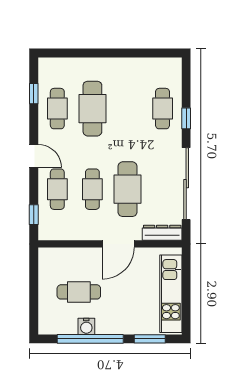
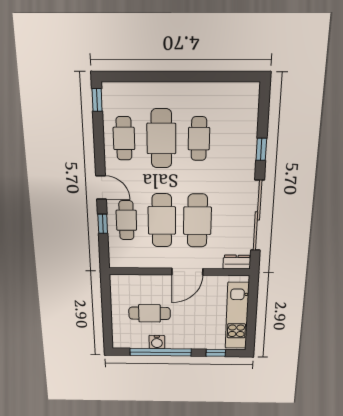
window: (34, 94) -> (97, 100), moved
cafe table: (163, 109) -> (199, 139), moved
cafe table: (92, 189) -> (162, 220), width x1.37, depth x1.35
window: (34, 215) -> (103, 224), moved
dresser: (162, 233) -> (237, 262), width x0.70
window: (150, 339) -> (216, 353), width x0.67

